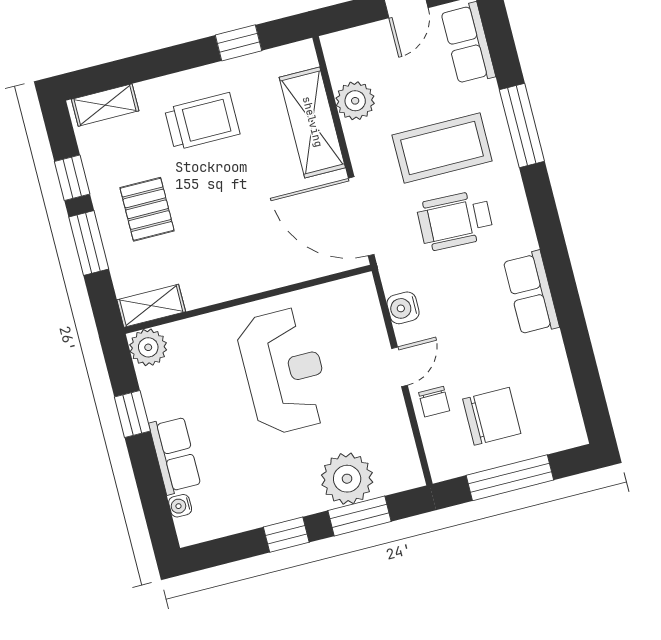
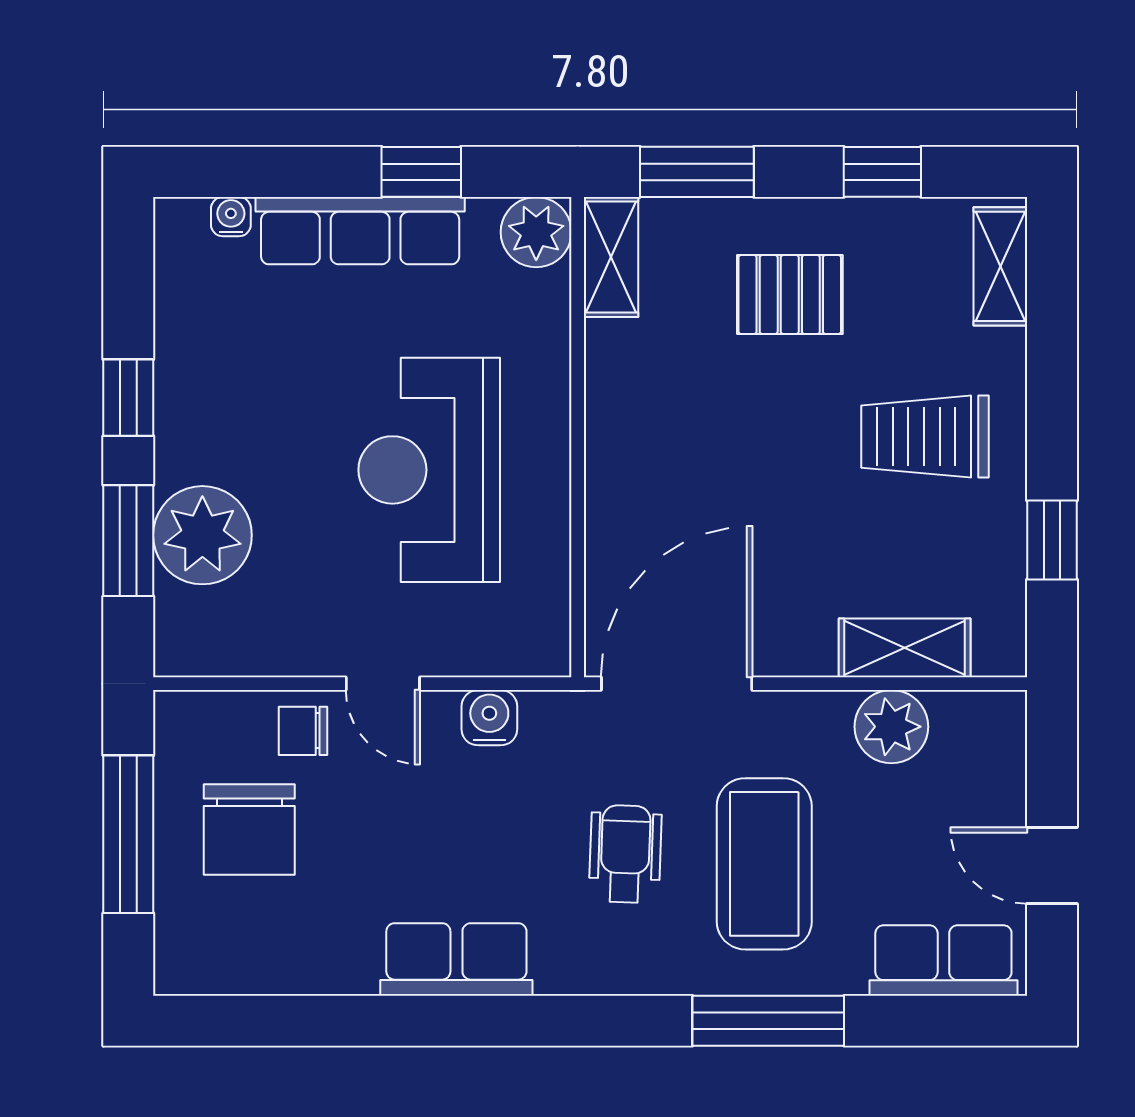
trolley: (202, 121) -> (925, 437), turned 90
shelving: (312, 122) -> (905, 648), width x0.67, depth x0.75
wheelchair: (455, 220) -> (625, 854), width x0.73, depth x0.73
window: (89, 243) -> (697, 172), moved
reception desk: (284, 371) -> (429, 470), turned 90
row of seats: (175, 455) -> (360, 231), width x1.48

